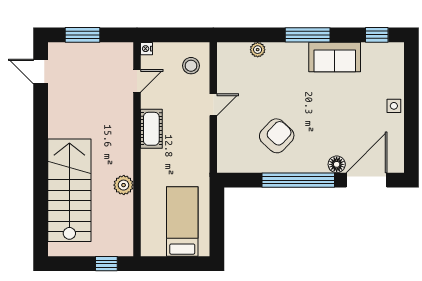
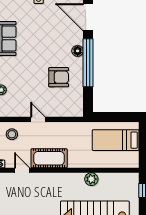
cot: (151, 129) -> (49, 158), width x1.37, depth x1.34
armchair: (277, 136) -> (59, 77), turned 137
floor lamp: (337, 164) -> (78, 51), moved

